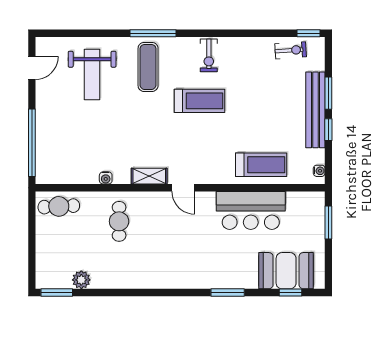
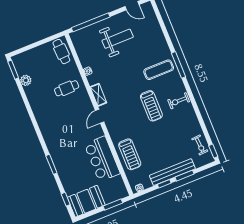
weight bench: (92, 75) -> (118, 39), moved, turned 180
booth: (286, 271) -> (86, 201), moved, turned 90

